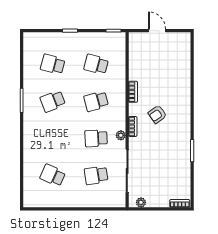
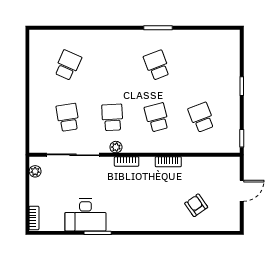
school desk: (53, 64) -> (201, 65), removed
school desk: (96, 64) -> (201, 117), turned -36
armchair: (157, 114) -> (196, 205), moved
desk: (177, 161) -> (85, 215), added

